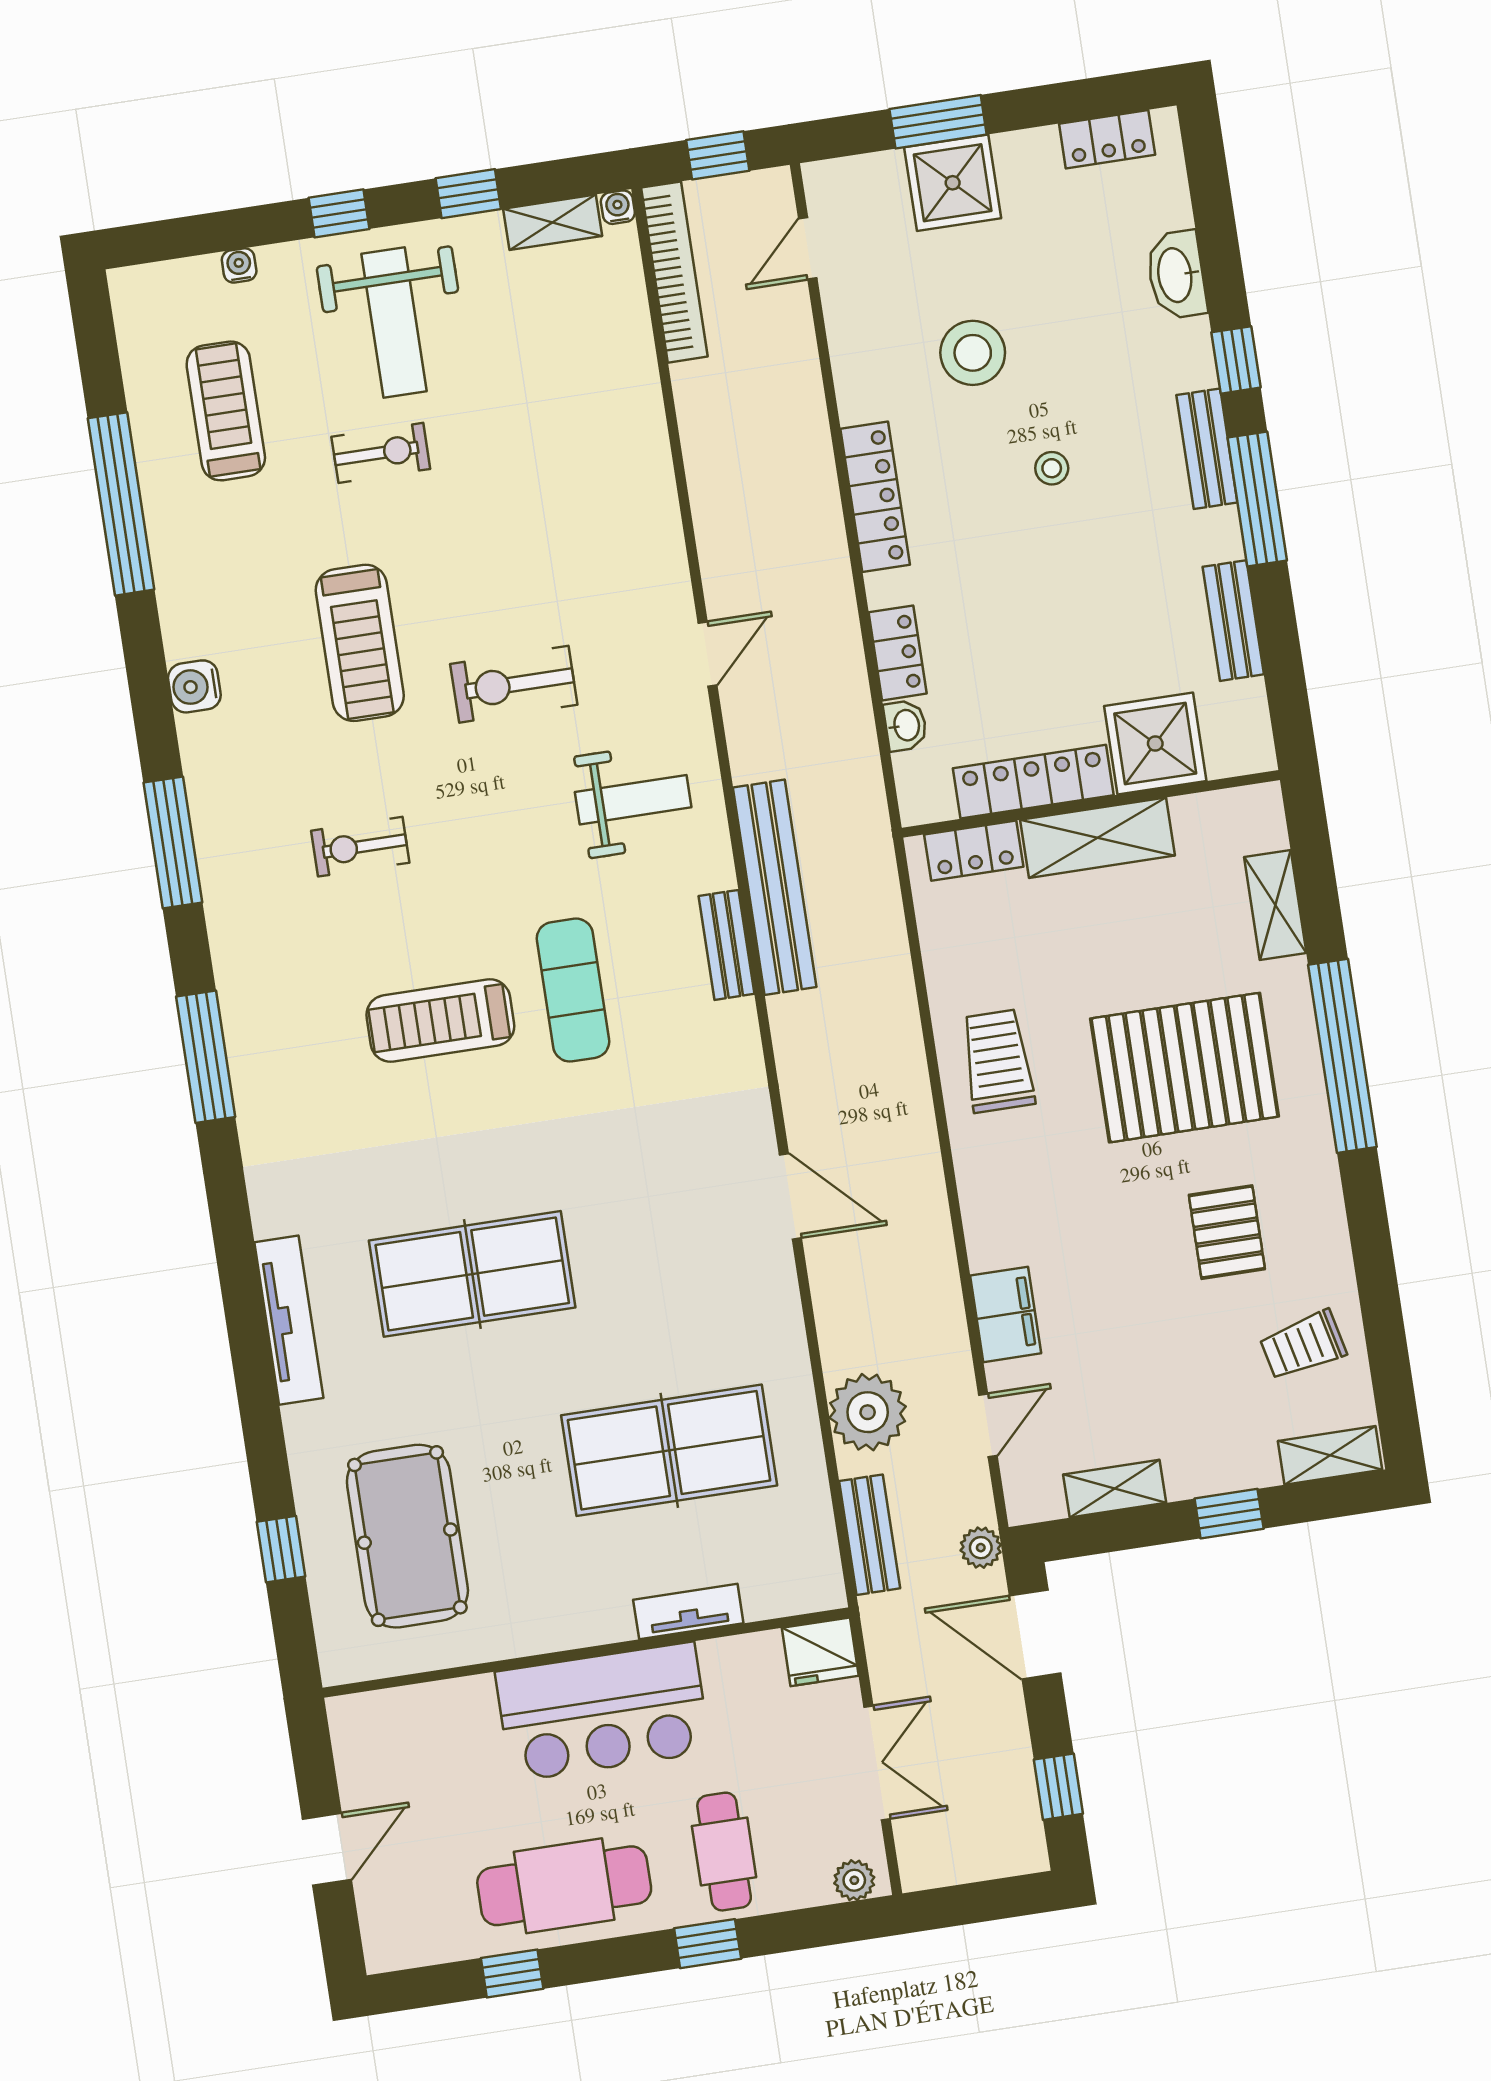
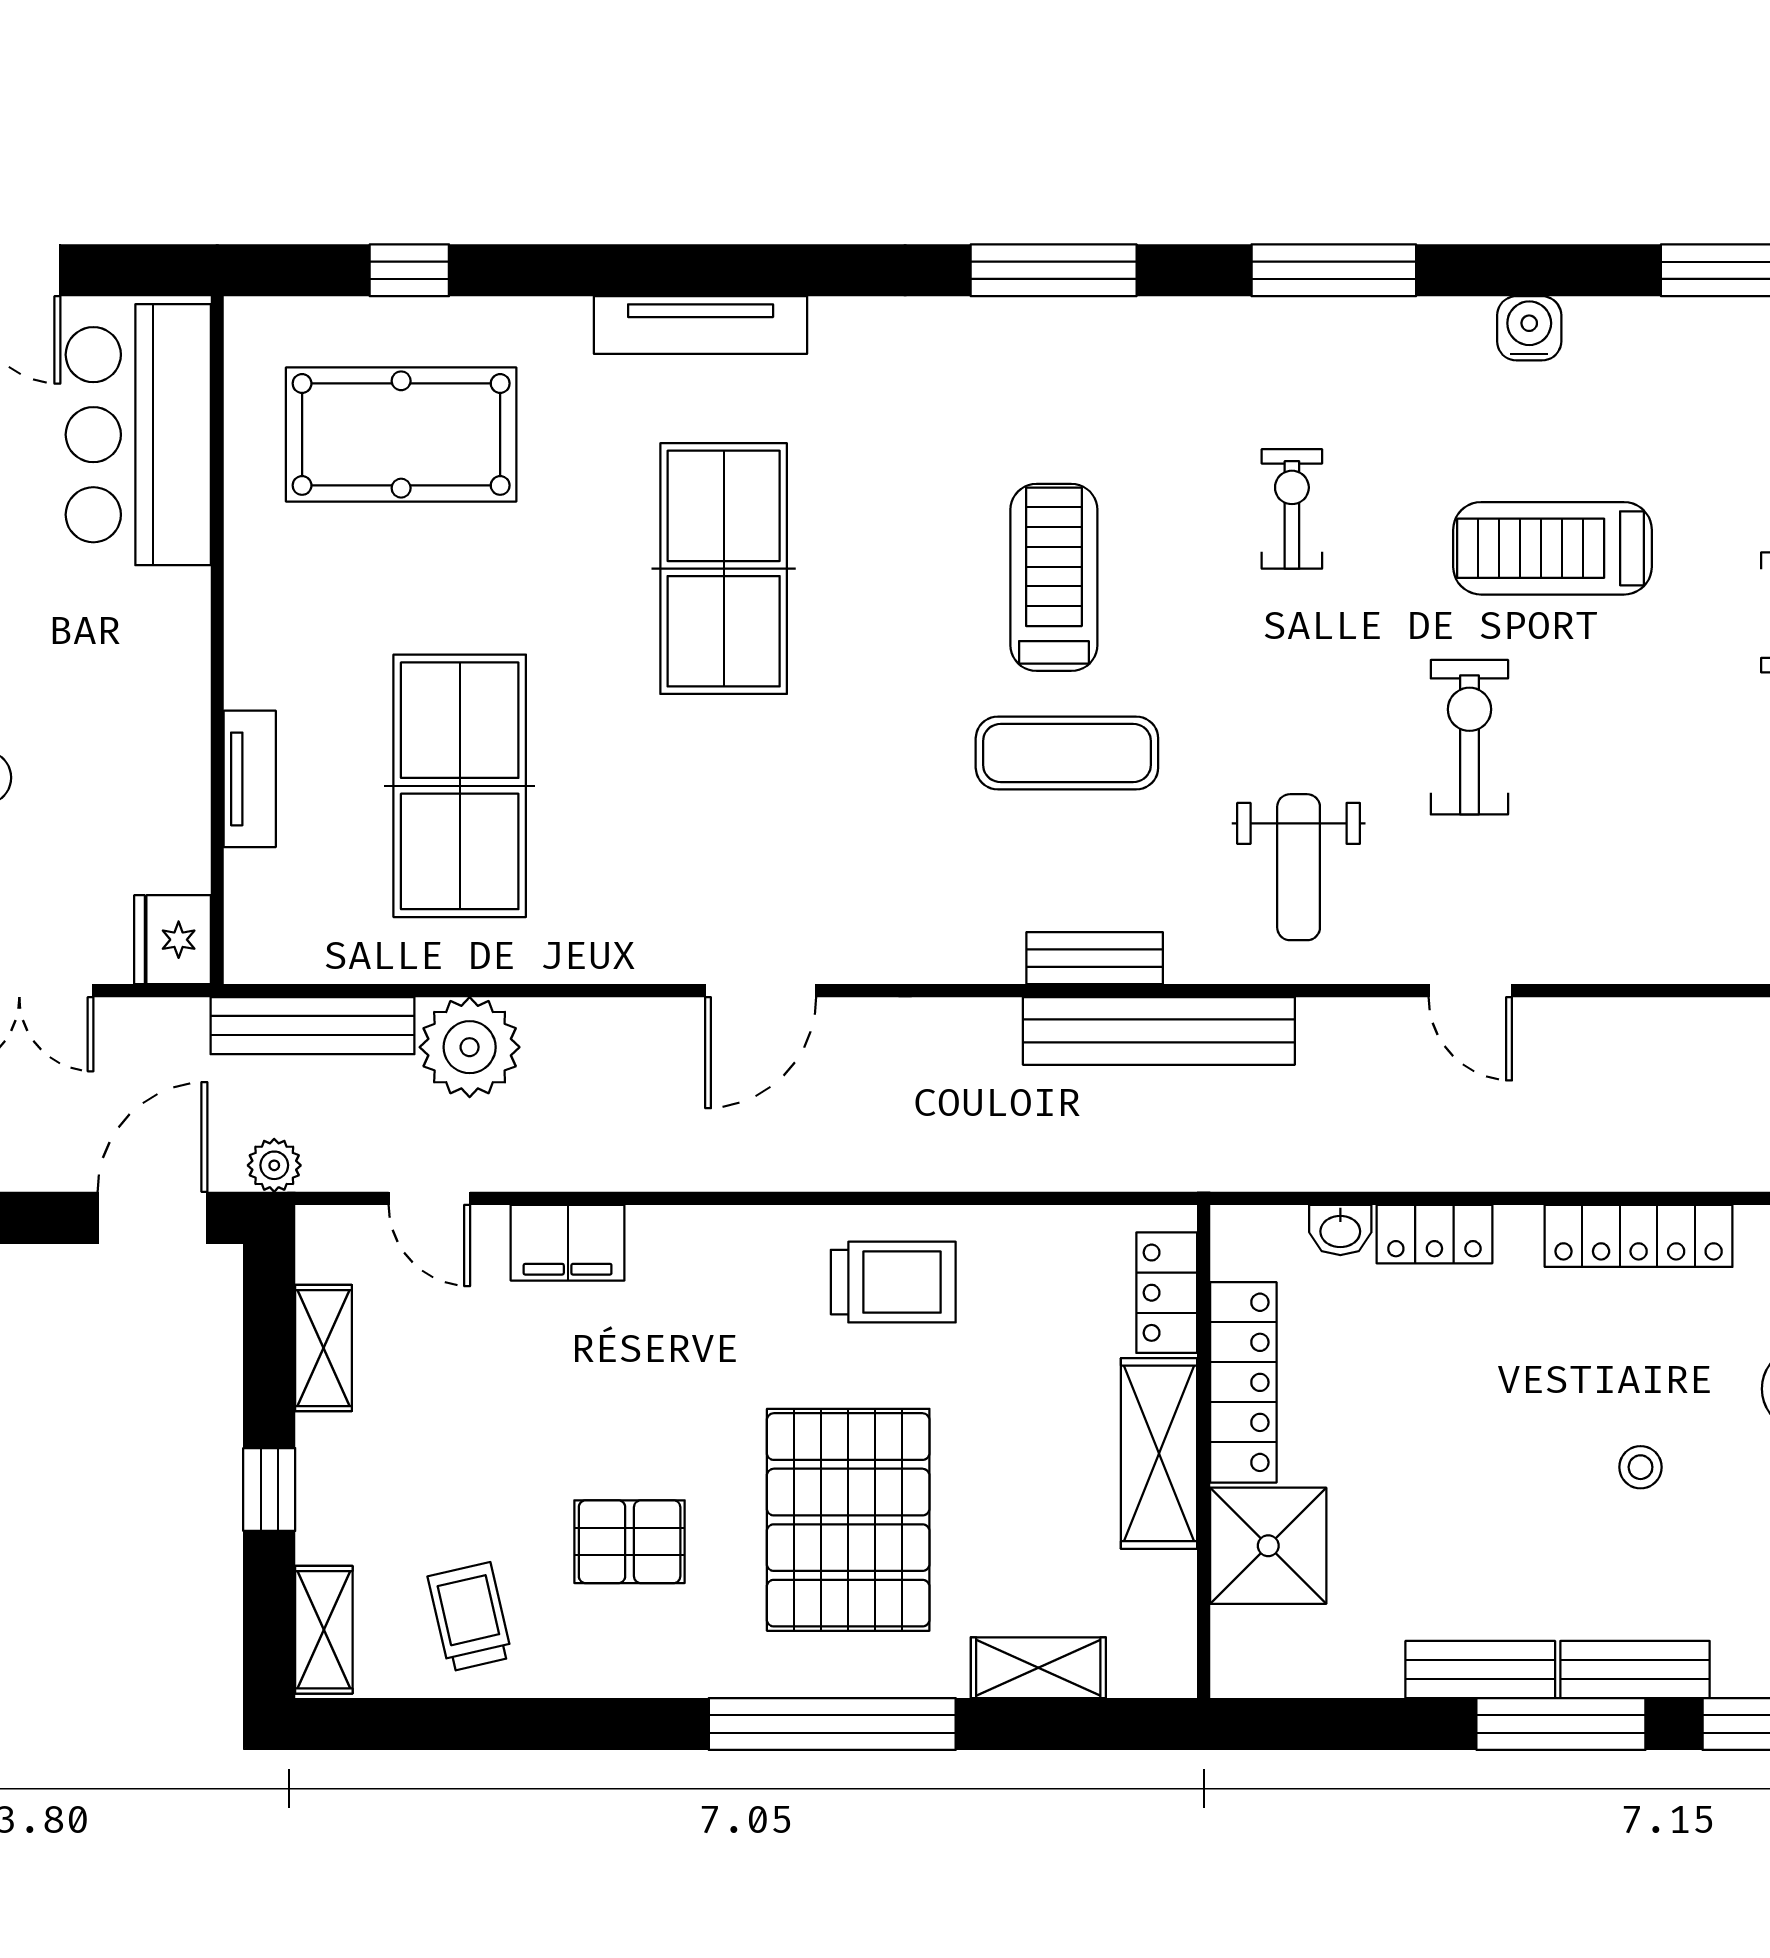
bench: (1233, 621) -> (1480, 1669), moved
bench: (870, 1535) -> (312, 1026), width x1.36
bar counter: (603, 1712) -> (138, 435), moved

